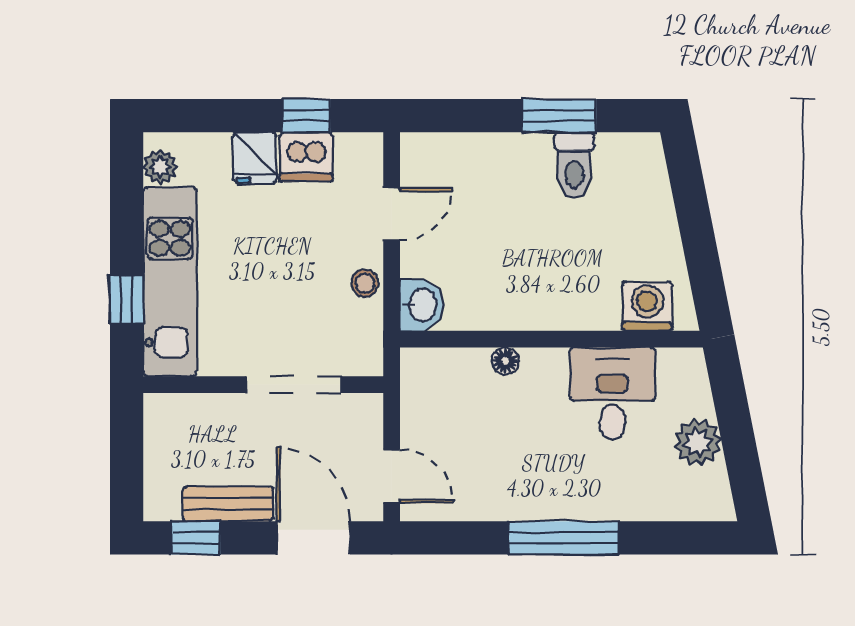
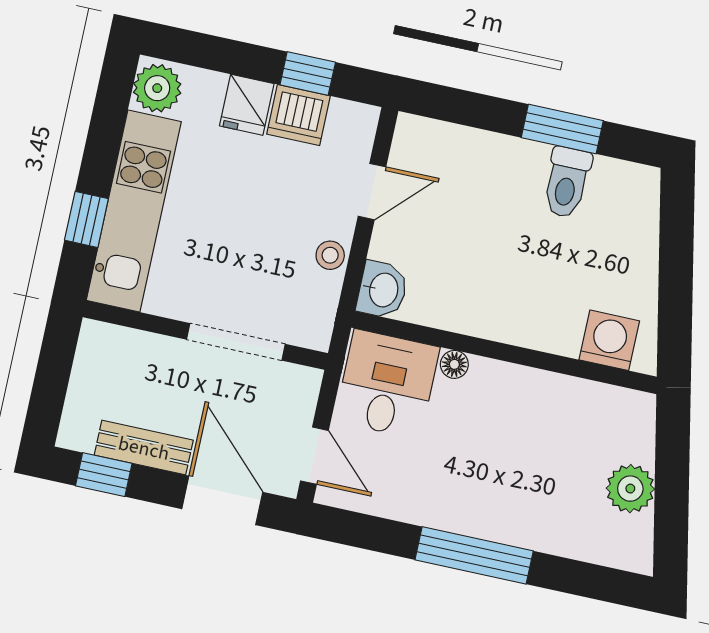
plant: (160, 167) -> (157, 88), width x1.38, depth x1.38
desk: (612, 394) -> (387, 384), moved

